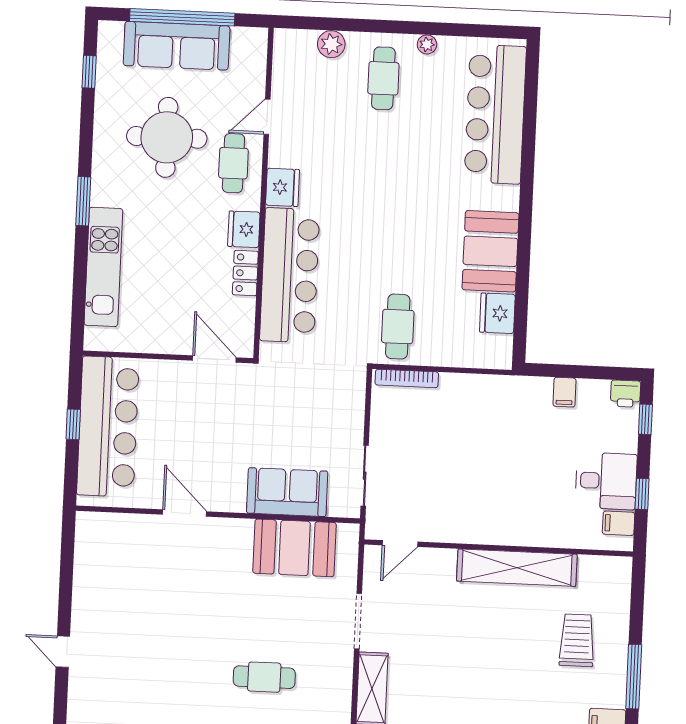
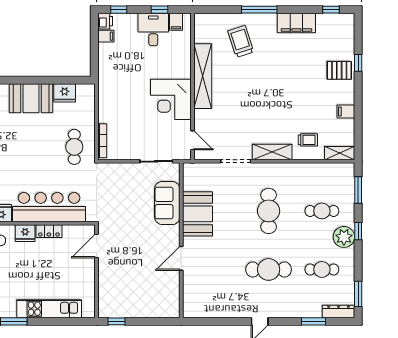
cafe table: (398, 327) -> (74, 147), turned 90
filing cabinet: (564, 392) -> (106, 36), moved
window: (73, 424) -> (116, 321), moved
bar counter: (108, 427) -> (136, 302), removed
corner desk: (477, 507) -> (171, 99), added
booth: (294, 548) -> (197, 214), moved
trolley: (577, 640) -> (241, 42), turned 72
cafe table: (157, 672) -> (269, 269), added
cafe table: (264, 677) -> (269, 211), width x1.37, depth x1.35

